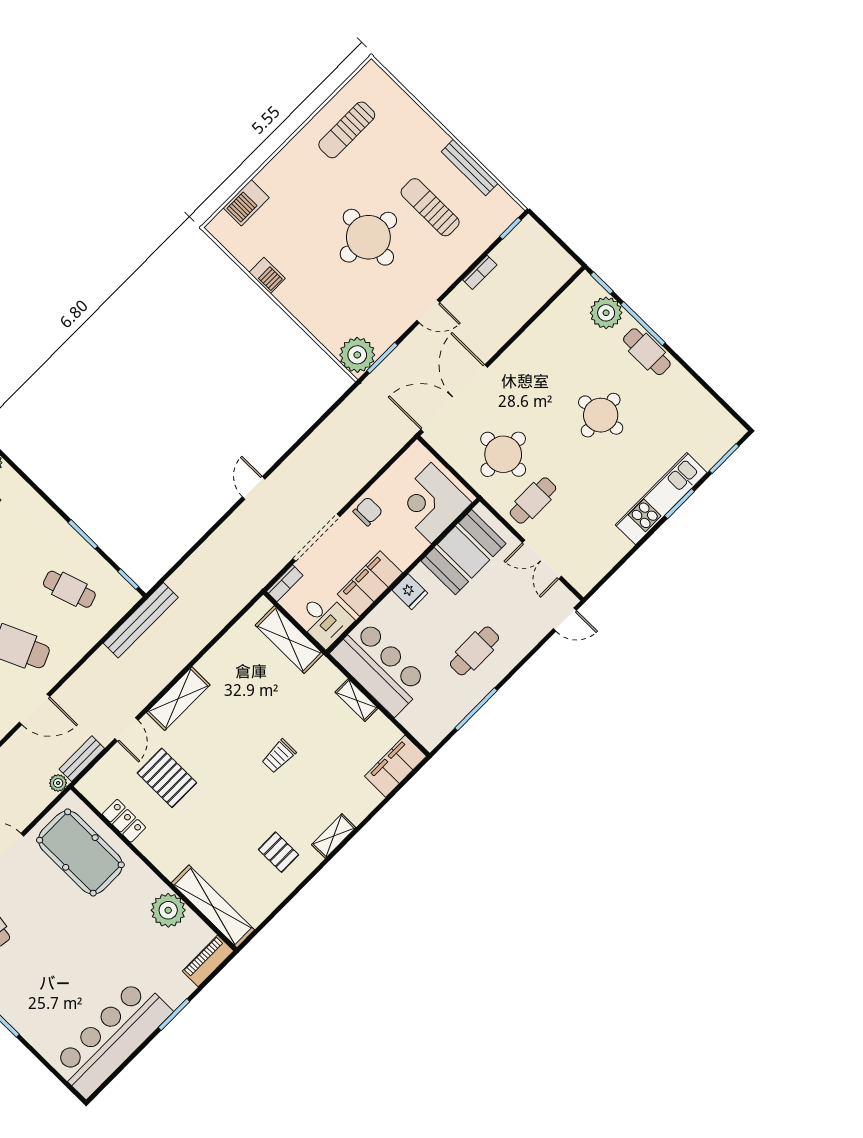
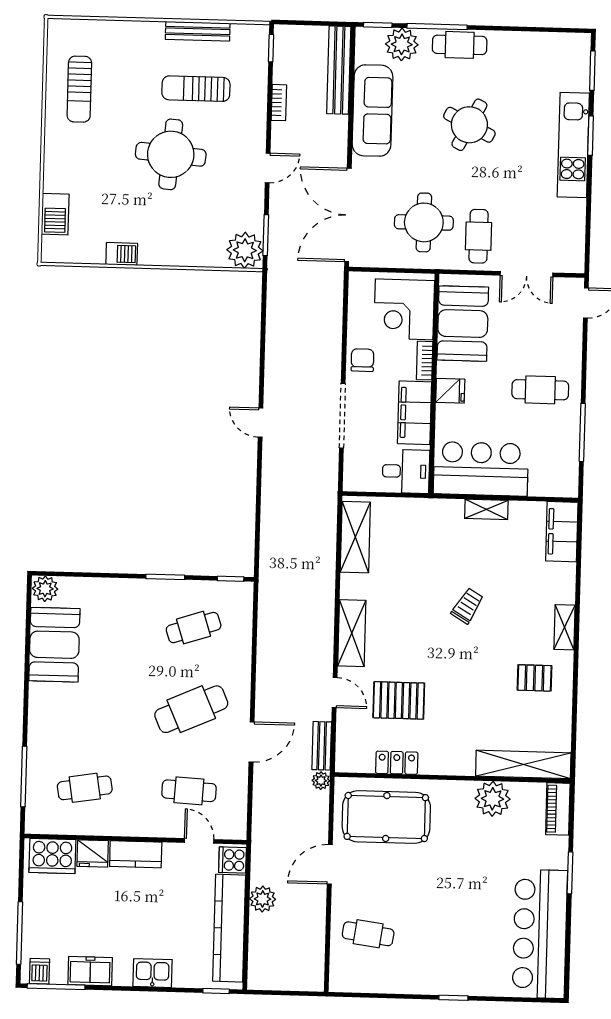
sofa: (541, 340) -> (372, 111), added
round table: (601, 415) -> (469, 125), turned 32
bookcase: (285, 583) -> (425, 361), moved, turned 180
bench: (141, 620) -> (339, 70), moved
shelving: (289, 640) -> (355, 537), moved, turned 90
cafe table: (475, 651) -> (540, 390), turned 90
trolley: (279, 756) -> (467, 606), turned -149

